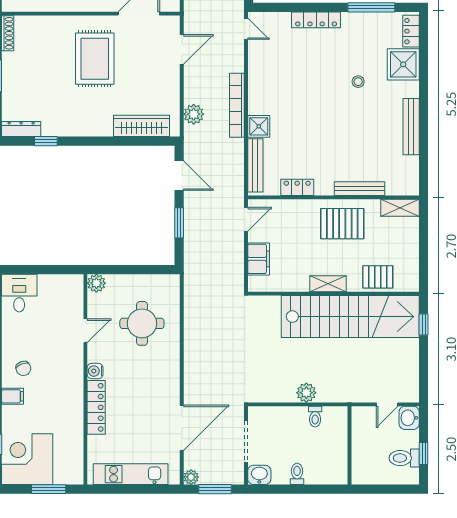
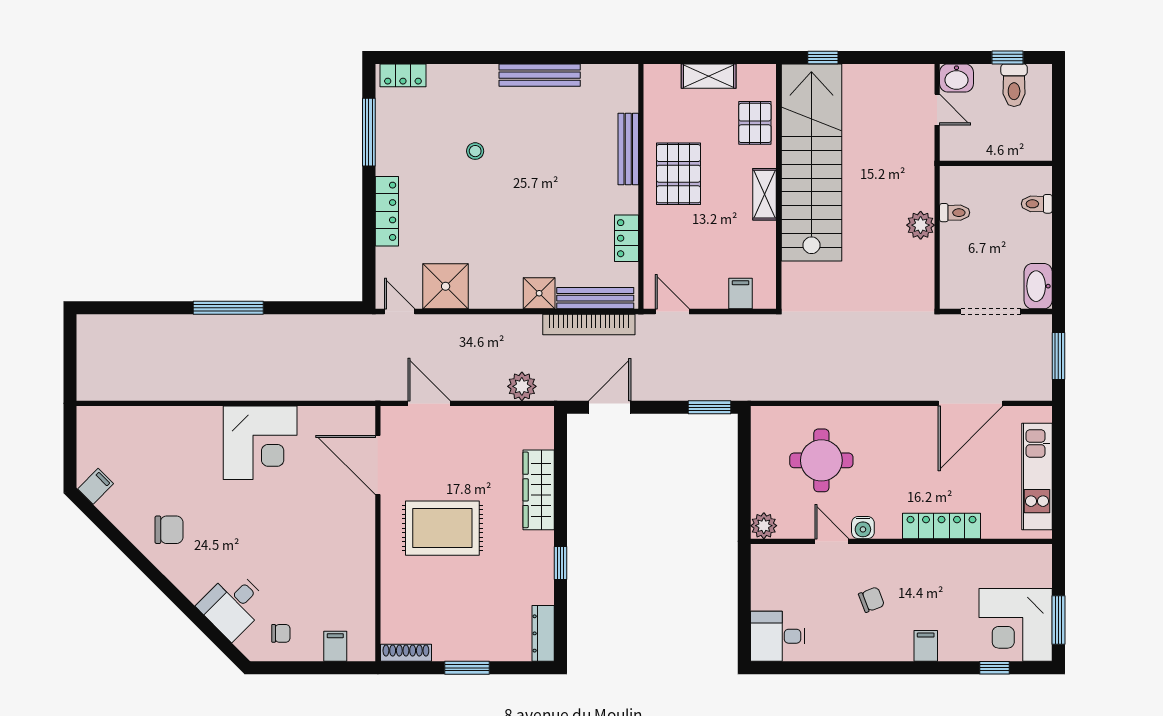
door: (246, 29) -> (400, 311), hinge flipped
shower: (403, 64) -> (446, 286), moved
bookcase: (237, 105) -> (589, 325), moved
wardrobe: (142, 126) -> (539, 490), moved
window: (46, 141) -> (560, 563), moved
shelving: (400, 208) -> (709, 76), moved, turned 90
window: (179, 223) -> (709, 407), moved
filing cabinet: (259, 259) -> (741, 294), width x0.50
chair: (23, 368) -> (871, 600), moved
water cooler: (95, 371) -> (863, 528), moved
door: (182, 428) -> (971, 403), swing flipped
toilet: (297, 474) -> (1037, 204), moved
washbasin: (259, 475) -> (1038, 286), width x1.38
plant: (191, 477) -> (1041, 390), removed
window: (49, 489) -> (1058, 620), moved

